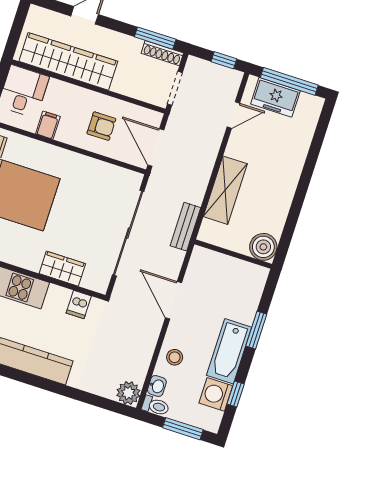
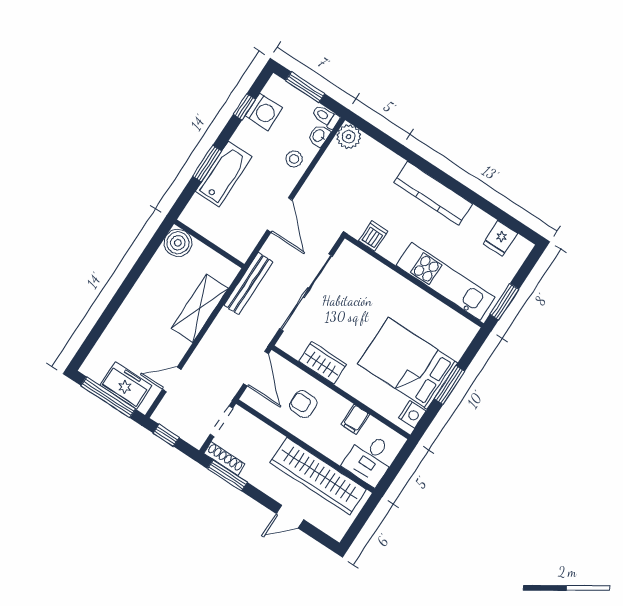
bench: (185, 227) -> (248, 283), width x1.36
wardrobe: (62, 269) -> (323, 363), moved, turned 180
bathtub: (229, 351) -> (224, 174), moved

